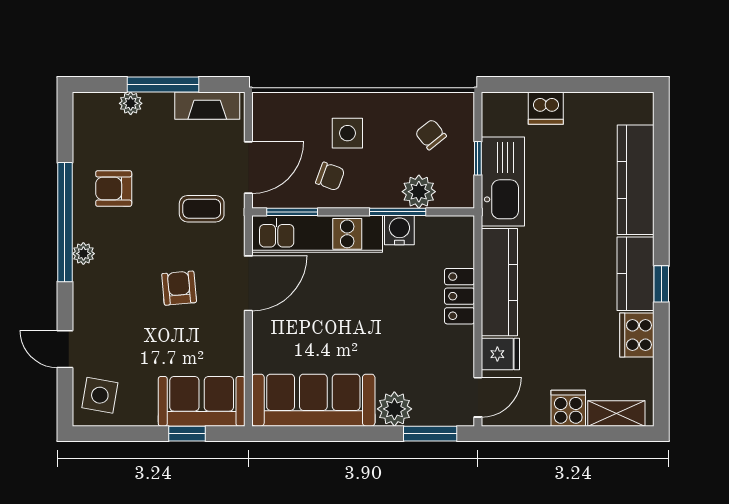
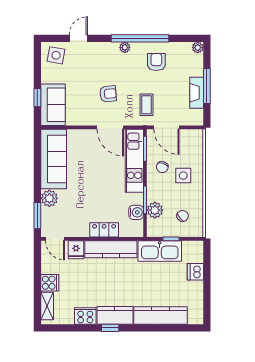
plant: (131, 103) -> (198, 48), moved
fireplace: (207, 106) -> (197, 93), moved
water cooler: (399, 230) -> (136, 212), moved

